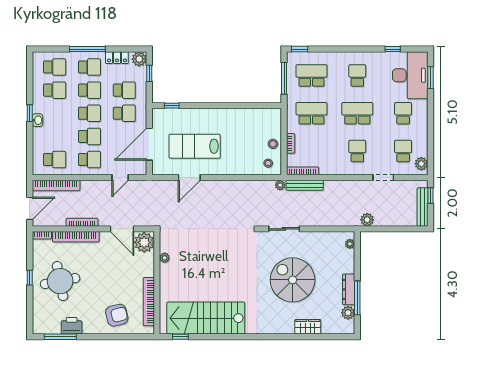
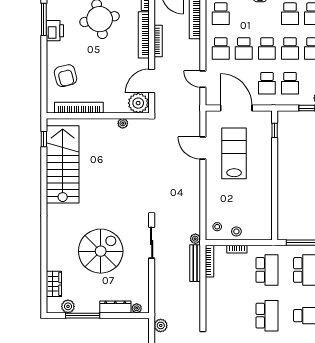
school desk: (357, 151) -> (229, 316), removed
dresser: (349, 289) -> (115, 307), moved
wardrobe: (308, 327) -> (54, 284), moved

